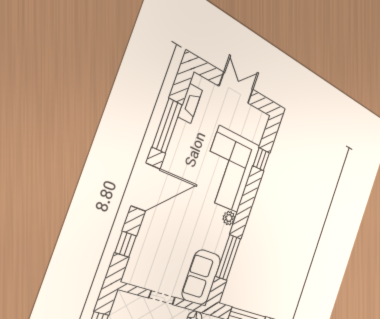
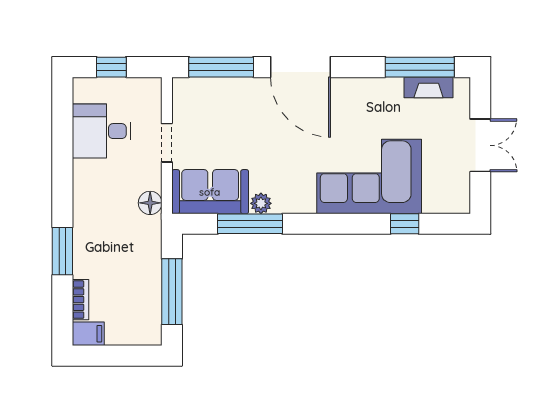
window: (167, 126) -> (420, 67), moved
plant: (229, 218) -> (261, 203), moved
window: (126, 244) -> (221, 67), width x2.17

